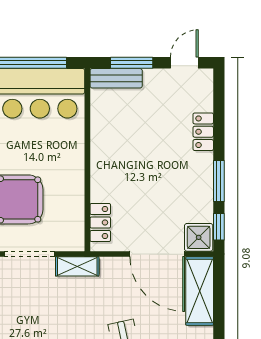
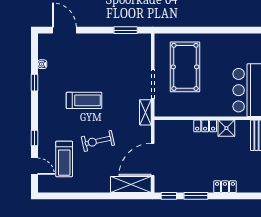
locker: (100, 223) -> (205, 126), moved
shower: (199, 237) -> (226, 128), moved

